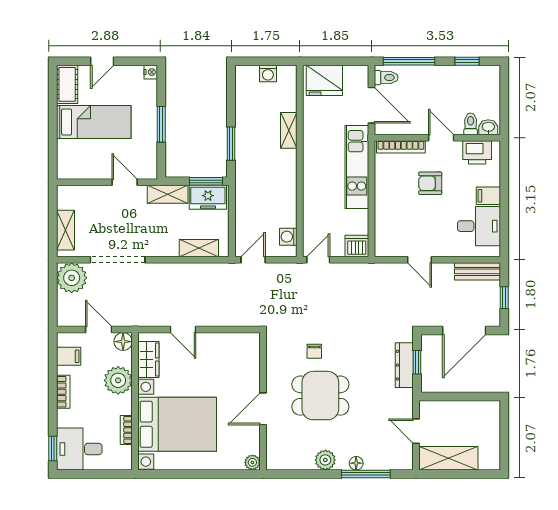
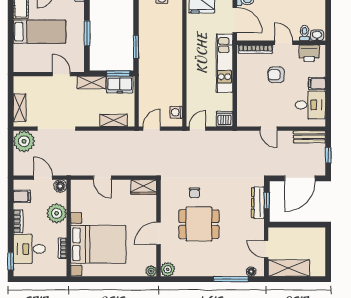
shelving: (289, 130) -> (177, 38), removed
wardrobe: (148, 360) -> (144, 187), moved, turned 90
desk: (79, 449) -> (29, 249), moved
plant: (325, 460) -> (168, 269), moved
floor lamp: (356, 463) -> (251, 272), moved

